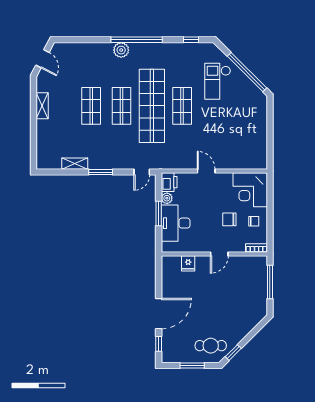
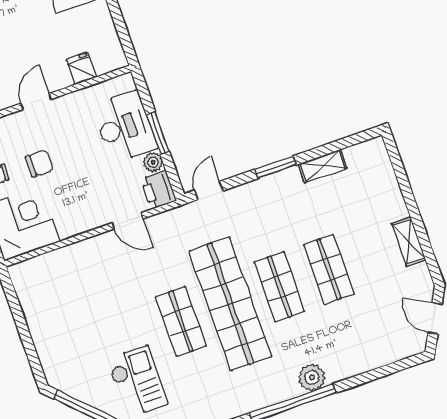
door: (206, 171) -> (128, 221), moved

